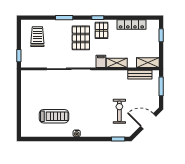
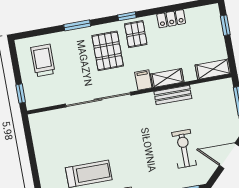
locker: (131, 24) -> (171, 19), width x0.66
bench: (140, 75) -> (173, 95), moved

